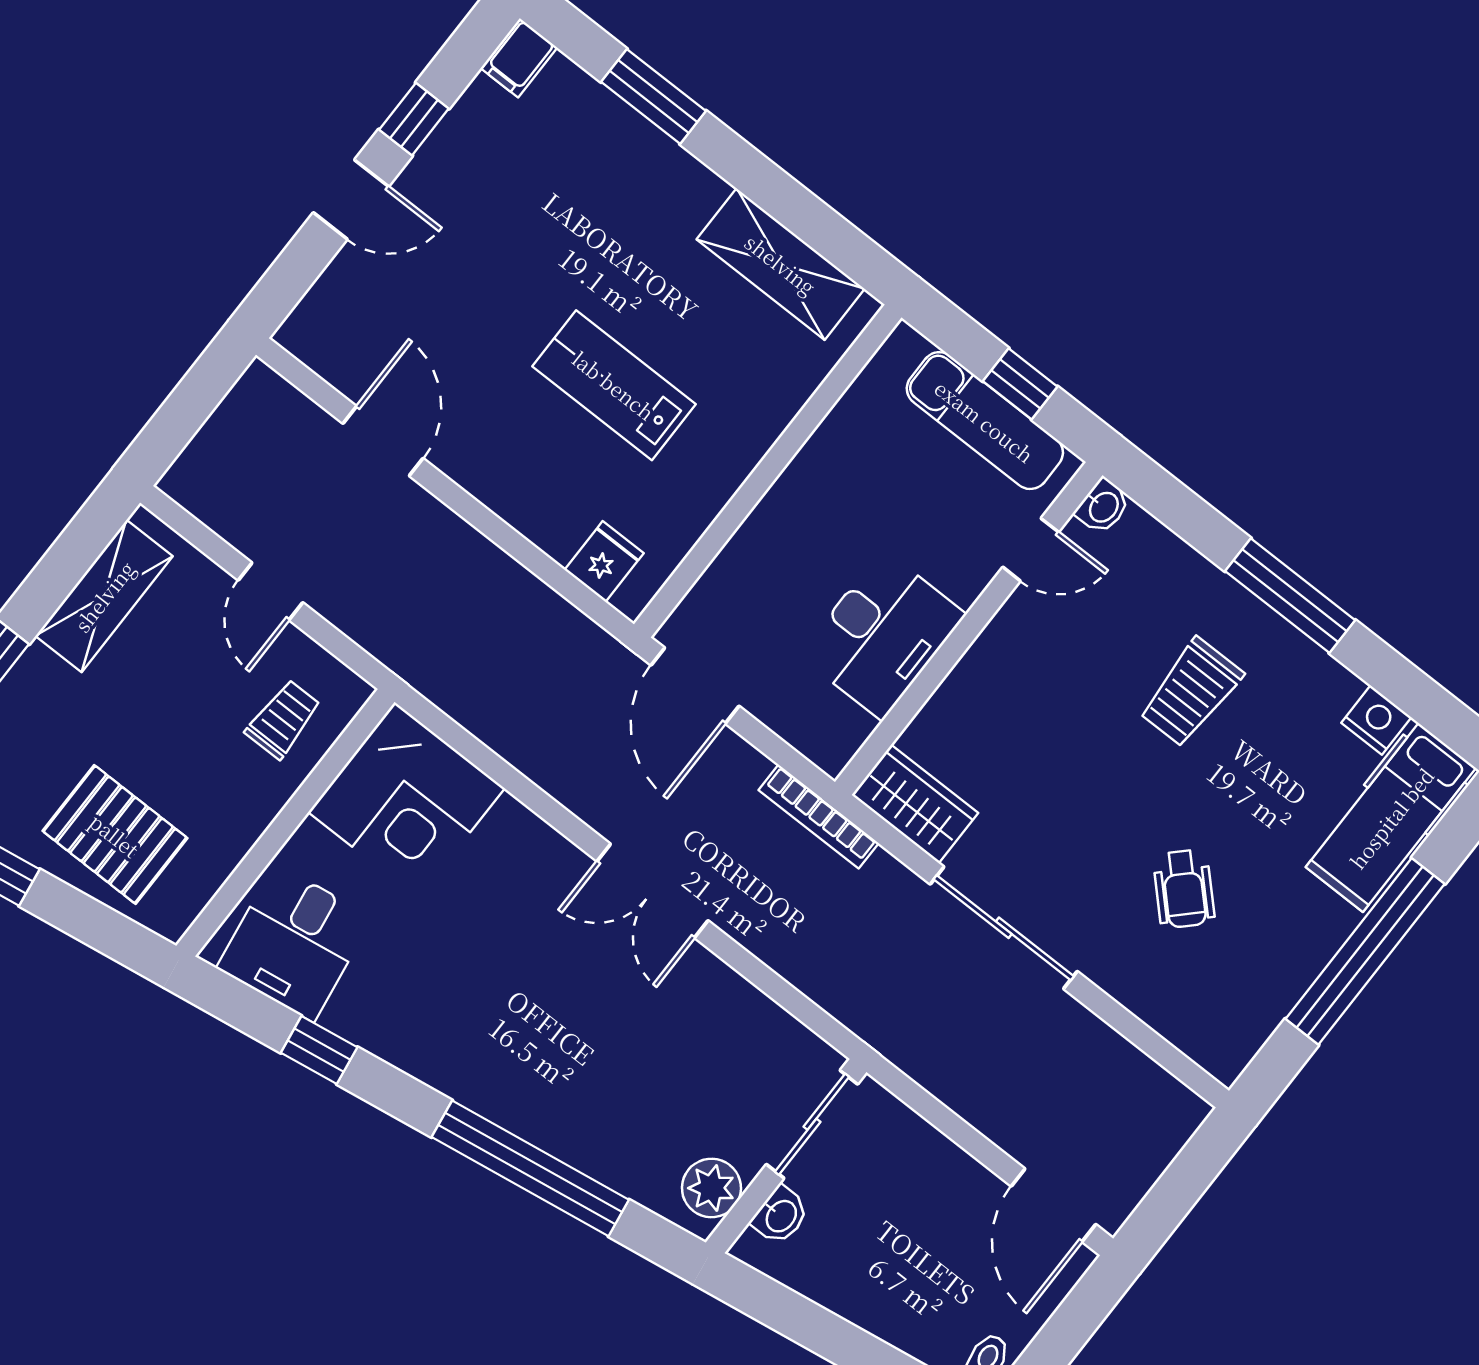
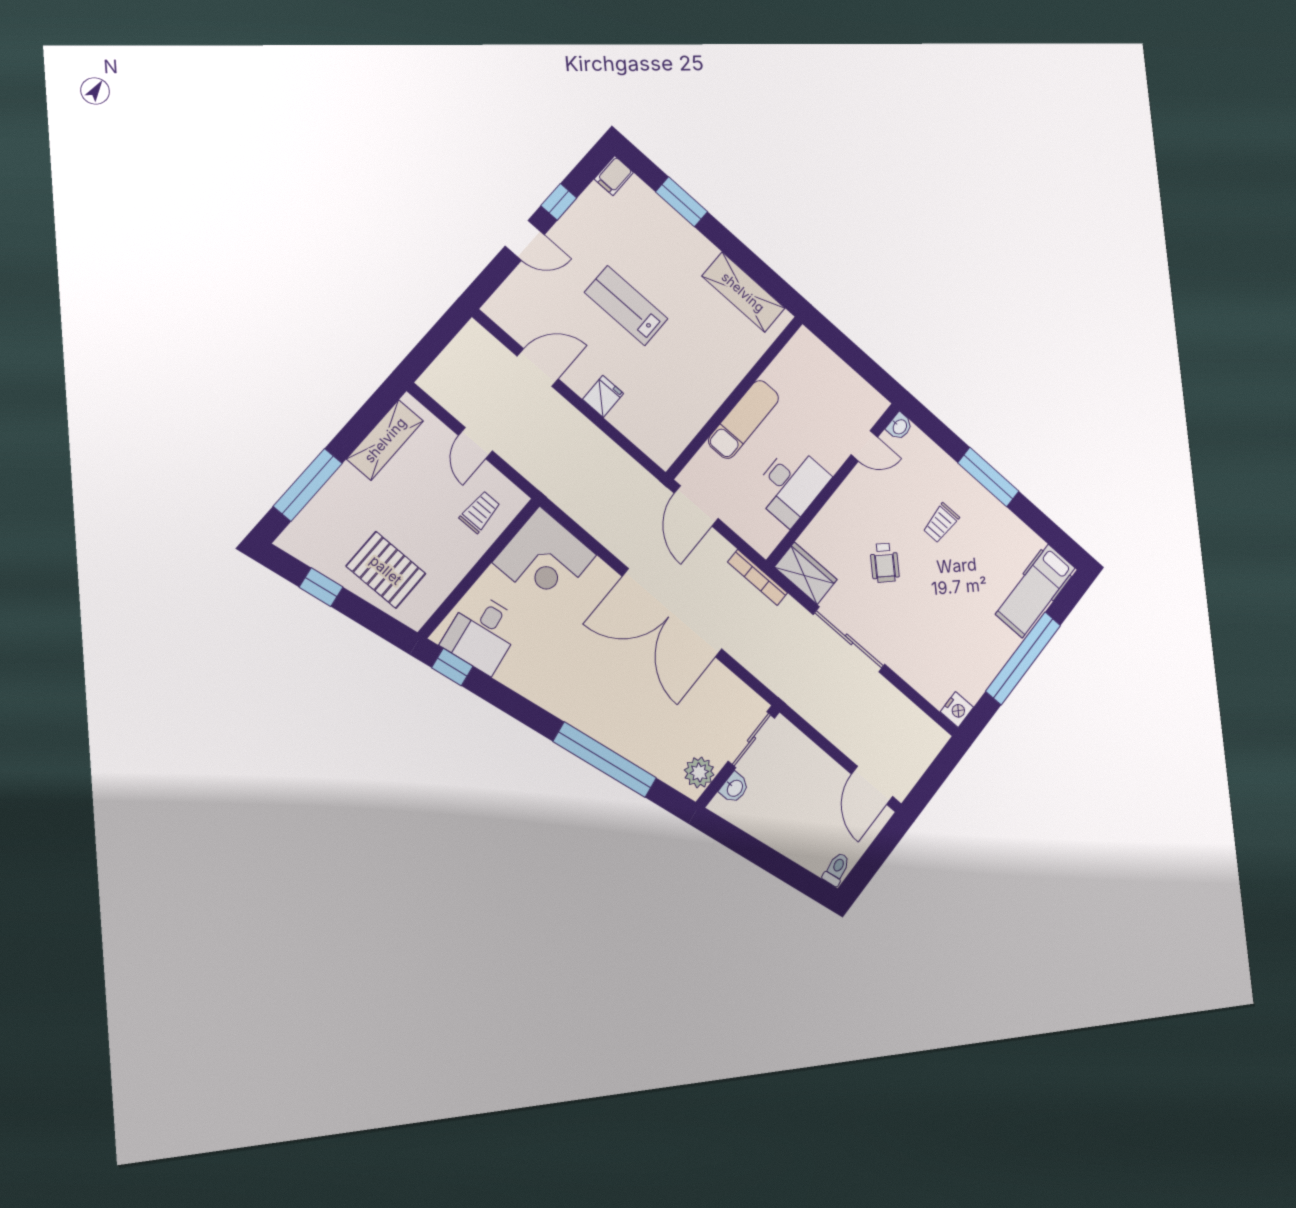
window: (1020, 384) -> (860, 362), removed
lab bench: (614, 385) -> (626, 306), moved
exam couch: (985, 421) -> (744, 419), moved, turned -90
door: (383, 441) -> (538, 367), hinge flipped
fridge: (604, 562) -> (603, 396), moved
trolley: (1191, 692) -> (941, 523), width x0.73, depth x0.72
nightstand: (1376, 720) -> (957, 710), moved, turned 90
wheelchair: (1184, 889) -> (885, 563), moved
double door: (653, 891) -> (672, 613), width x1.87
window: (319, 1050) -> (452, 667), moved

